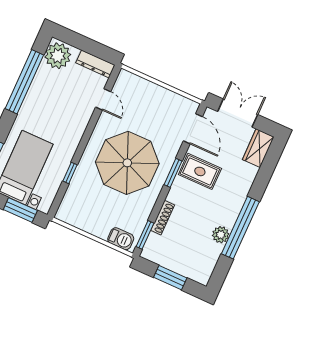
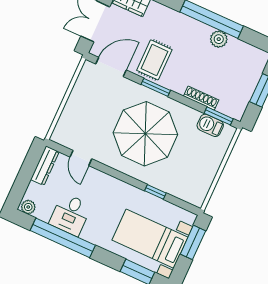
plant: (58, 56) -> (28, 207), width x0.53, depth x0.53
desk: (47, 89) -> (70, 215), added
door: (103, 99) -> (81, 158), swing flipped
barbecue: (121, 239) -> (210, 125), moved, turned -90

